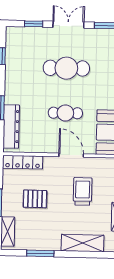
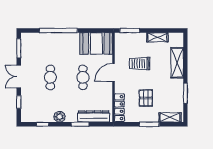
cafe table: (66, 68) -> (50, 77), width x0.73, depth x0.74
plant: (12, 80) -> (60, 117), added

